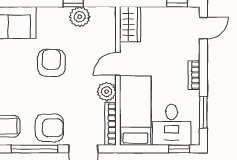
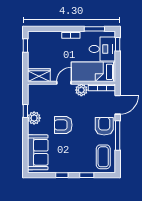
plant: (80, 17) -> (34, 118), moved
door: (203, 28) -> (41, 29), removed
door: (118, 64) -> (64, 83), swing flipped

